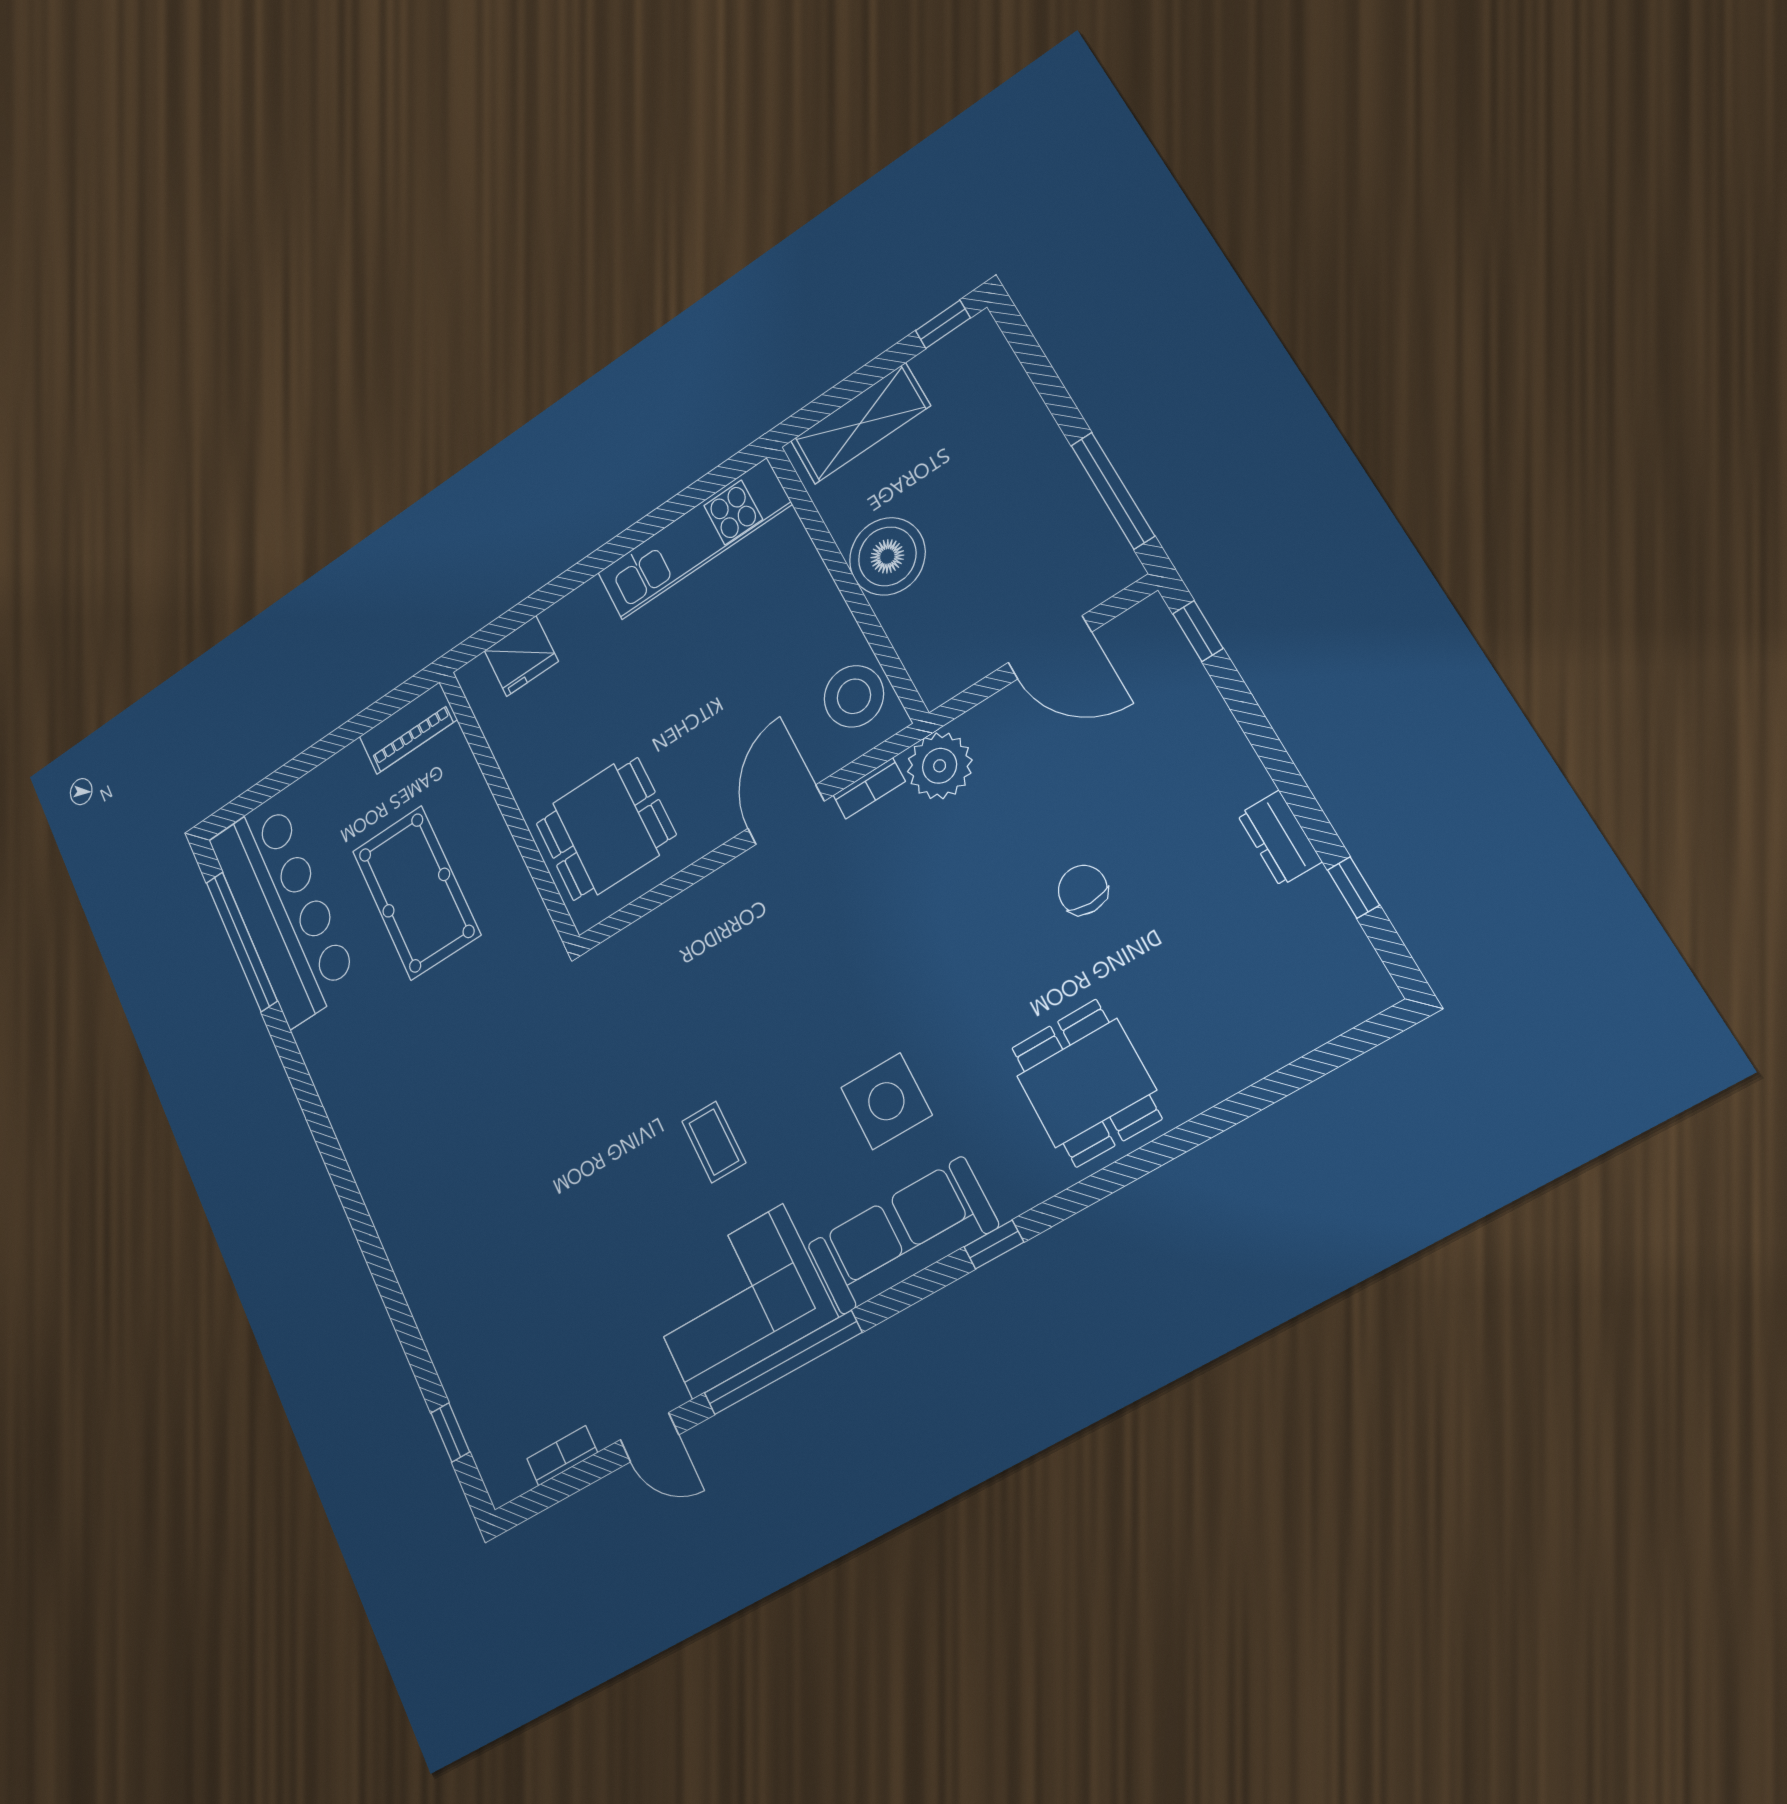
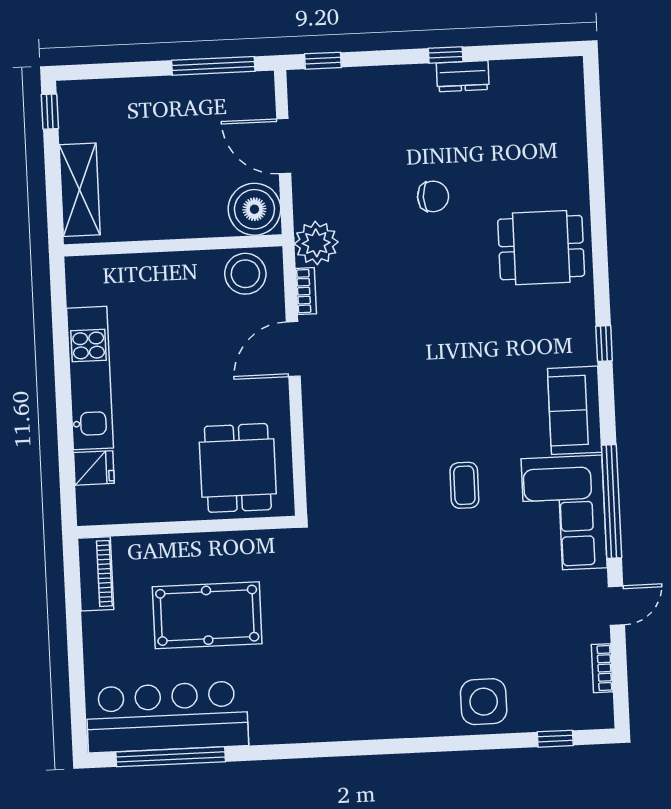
kitchen unit: (694, 539) -> (90, 378), moved
boiler: (887, 556) -> (254, 209), moved
door: (1050, 647) -> (284, 146), swing flipped
fridge: (521, 656) -> (94, 468), width x0.72
door: (786, 815) -> (293, 349), hinge flipped
window: (1353, 888) -> (446, 55), moved
chair: (1083, 890) -> (433, 196), turned 180
side table: (886, 1101) -> (484, 702), moved
coffee table: (714, 1142) -> (464, 485), turned 90
sofa: (902, 1236) -> (575, 410), width x0.73

